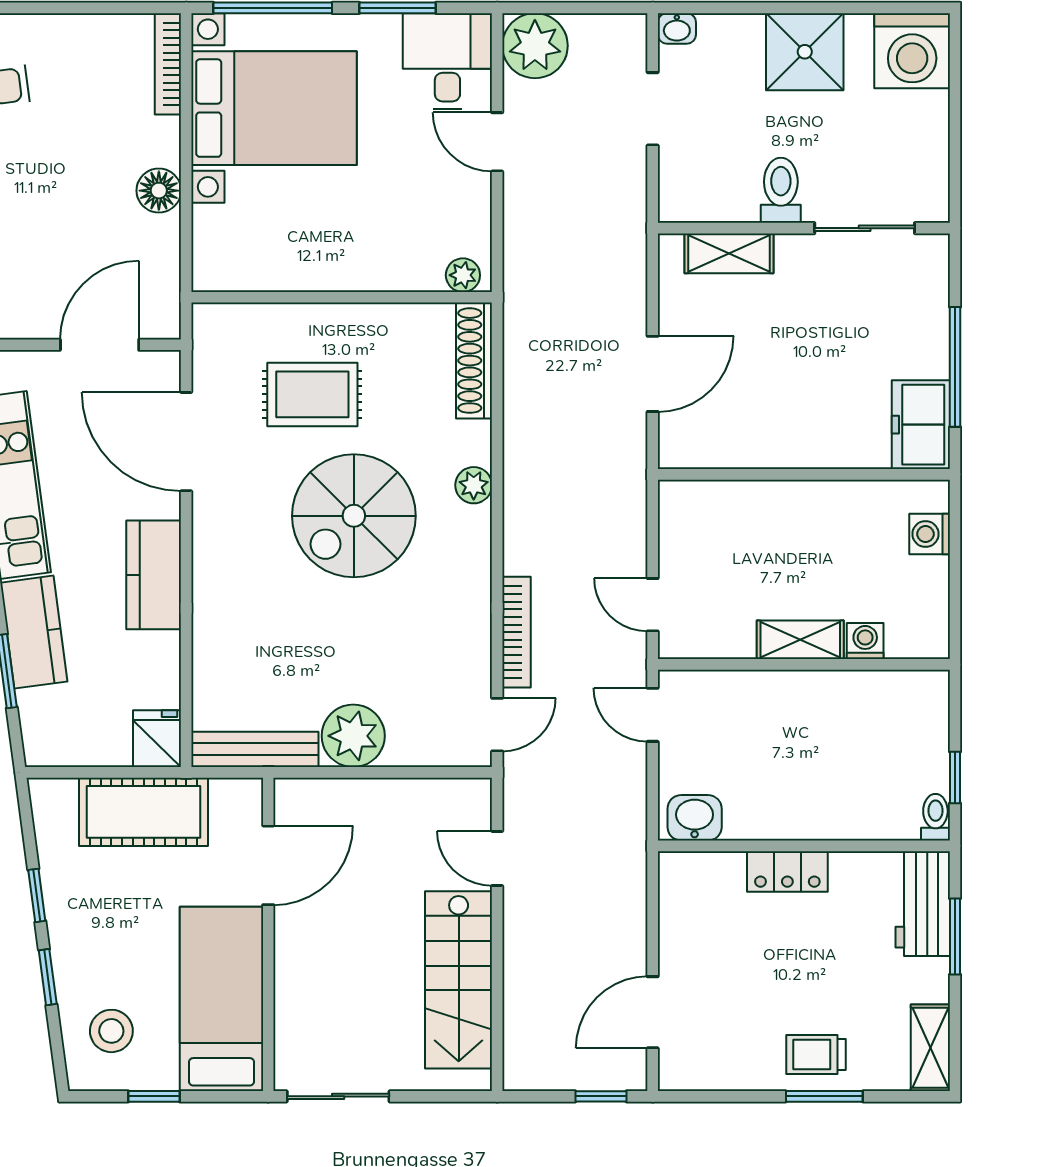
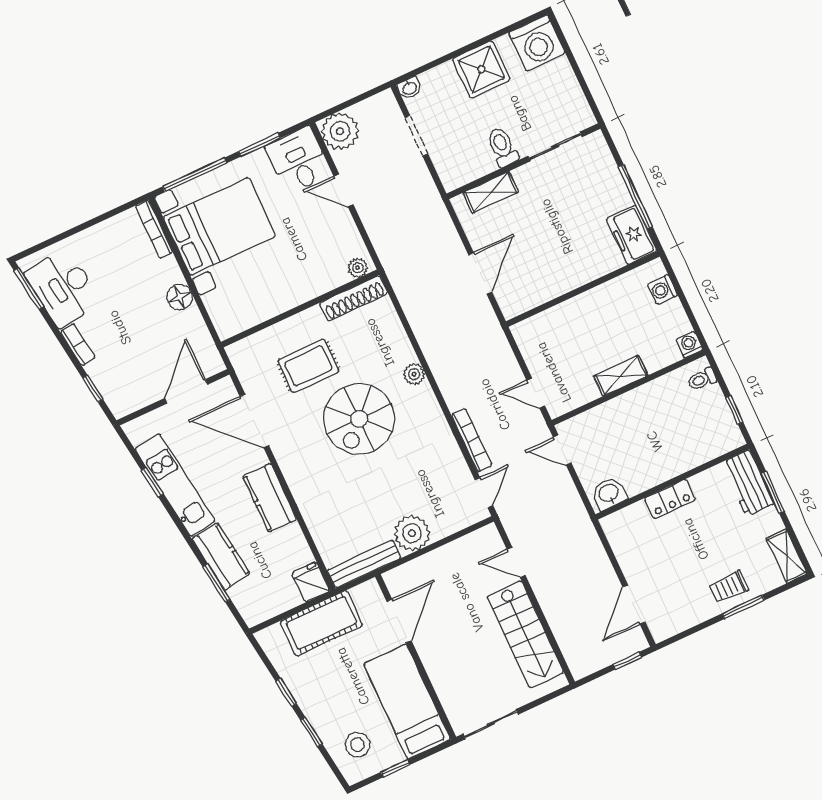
shoe rack: (474, 361) -> (354, 298), moved, turned -90
washing machine: (865, 641) -> (689, 345), moved
toilet: (935, 817) -> (702, 379), moved, turned -90

